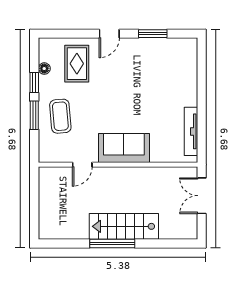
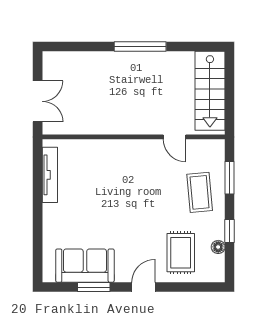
window: (34, 115) -> (230, 178), moved
sofa: (124, 148) -> (85, 266), moved, turned 180
door: (82, 165) -> (174, 137), swing flipped
stairs: (124, 226) -> (210, 91), moved, turned 90

